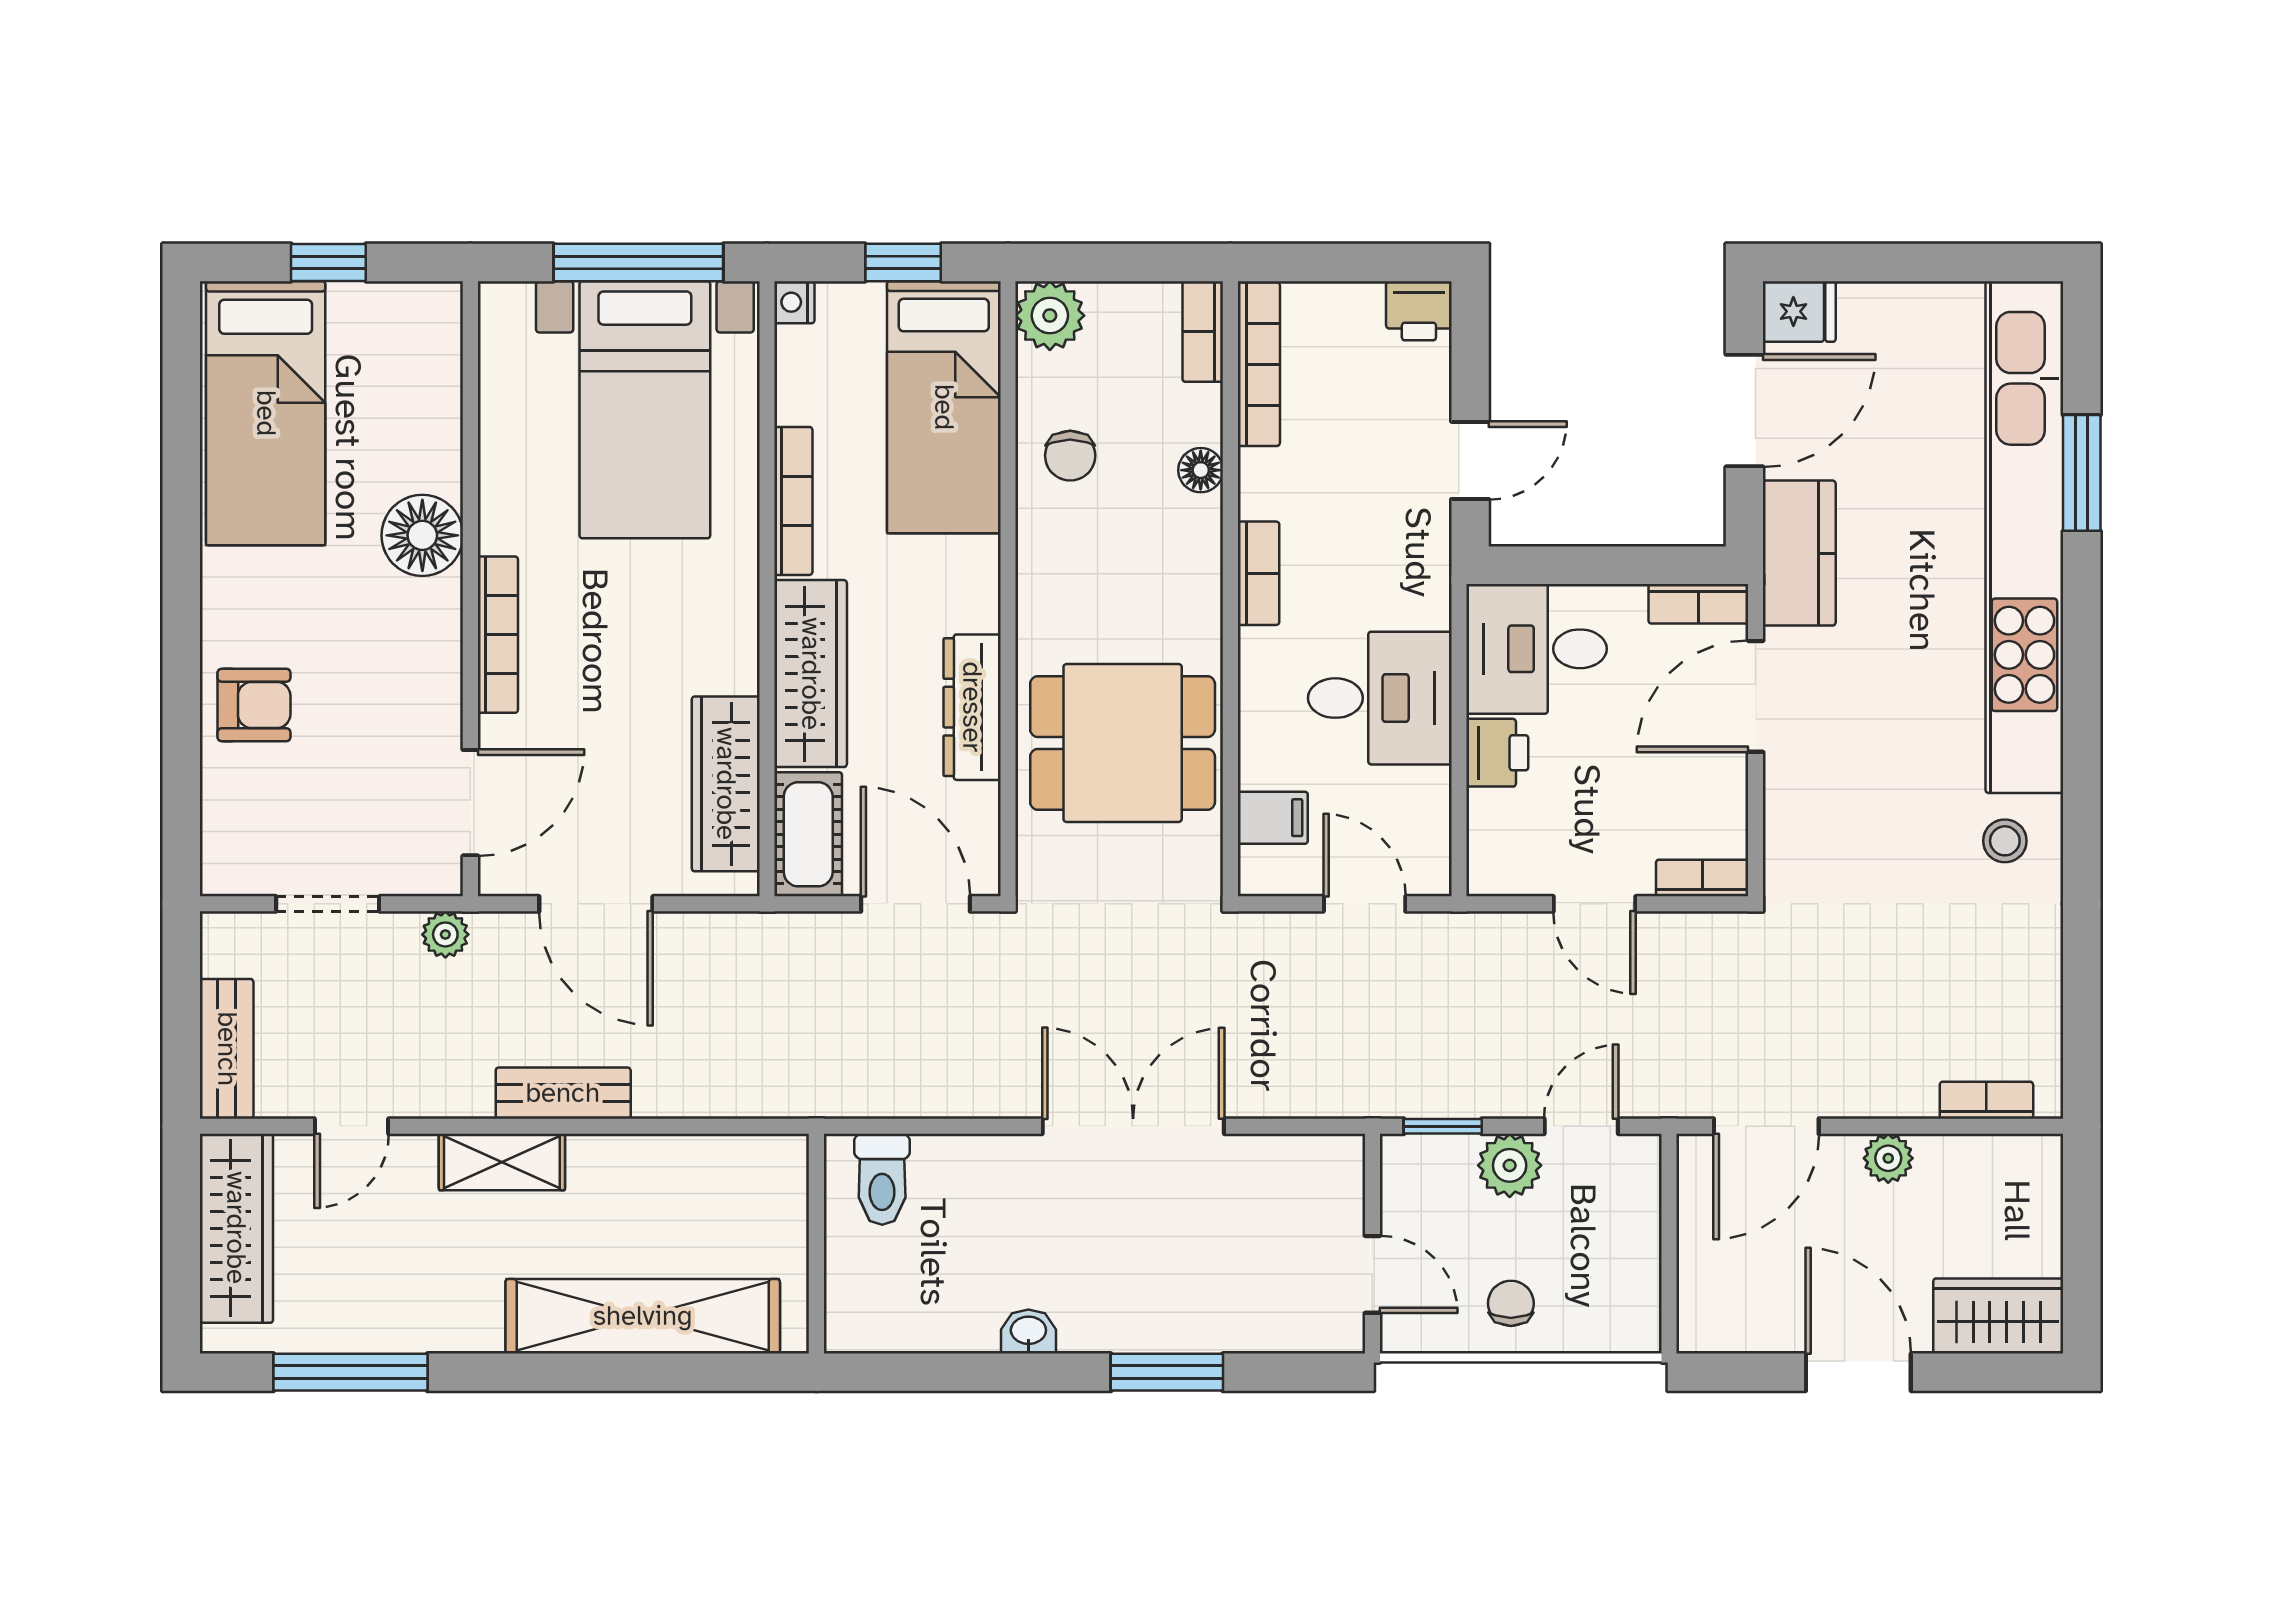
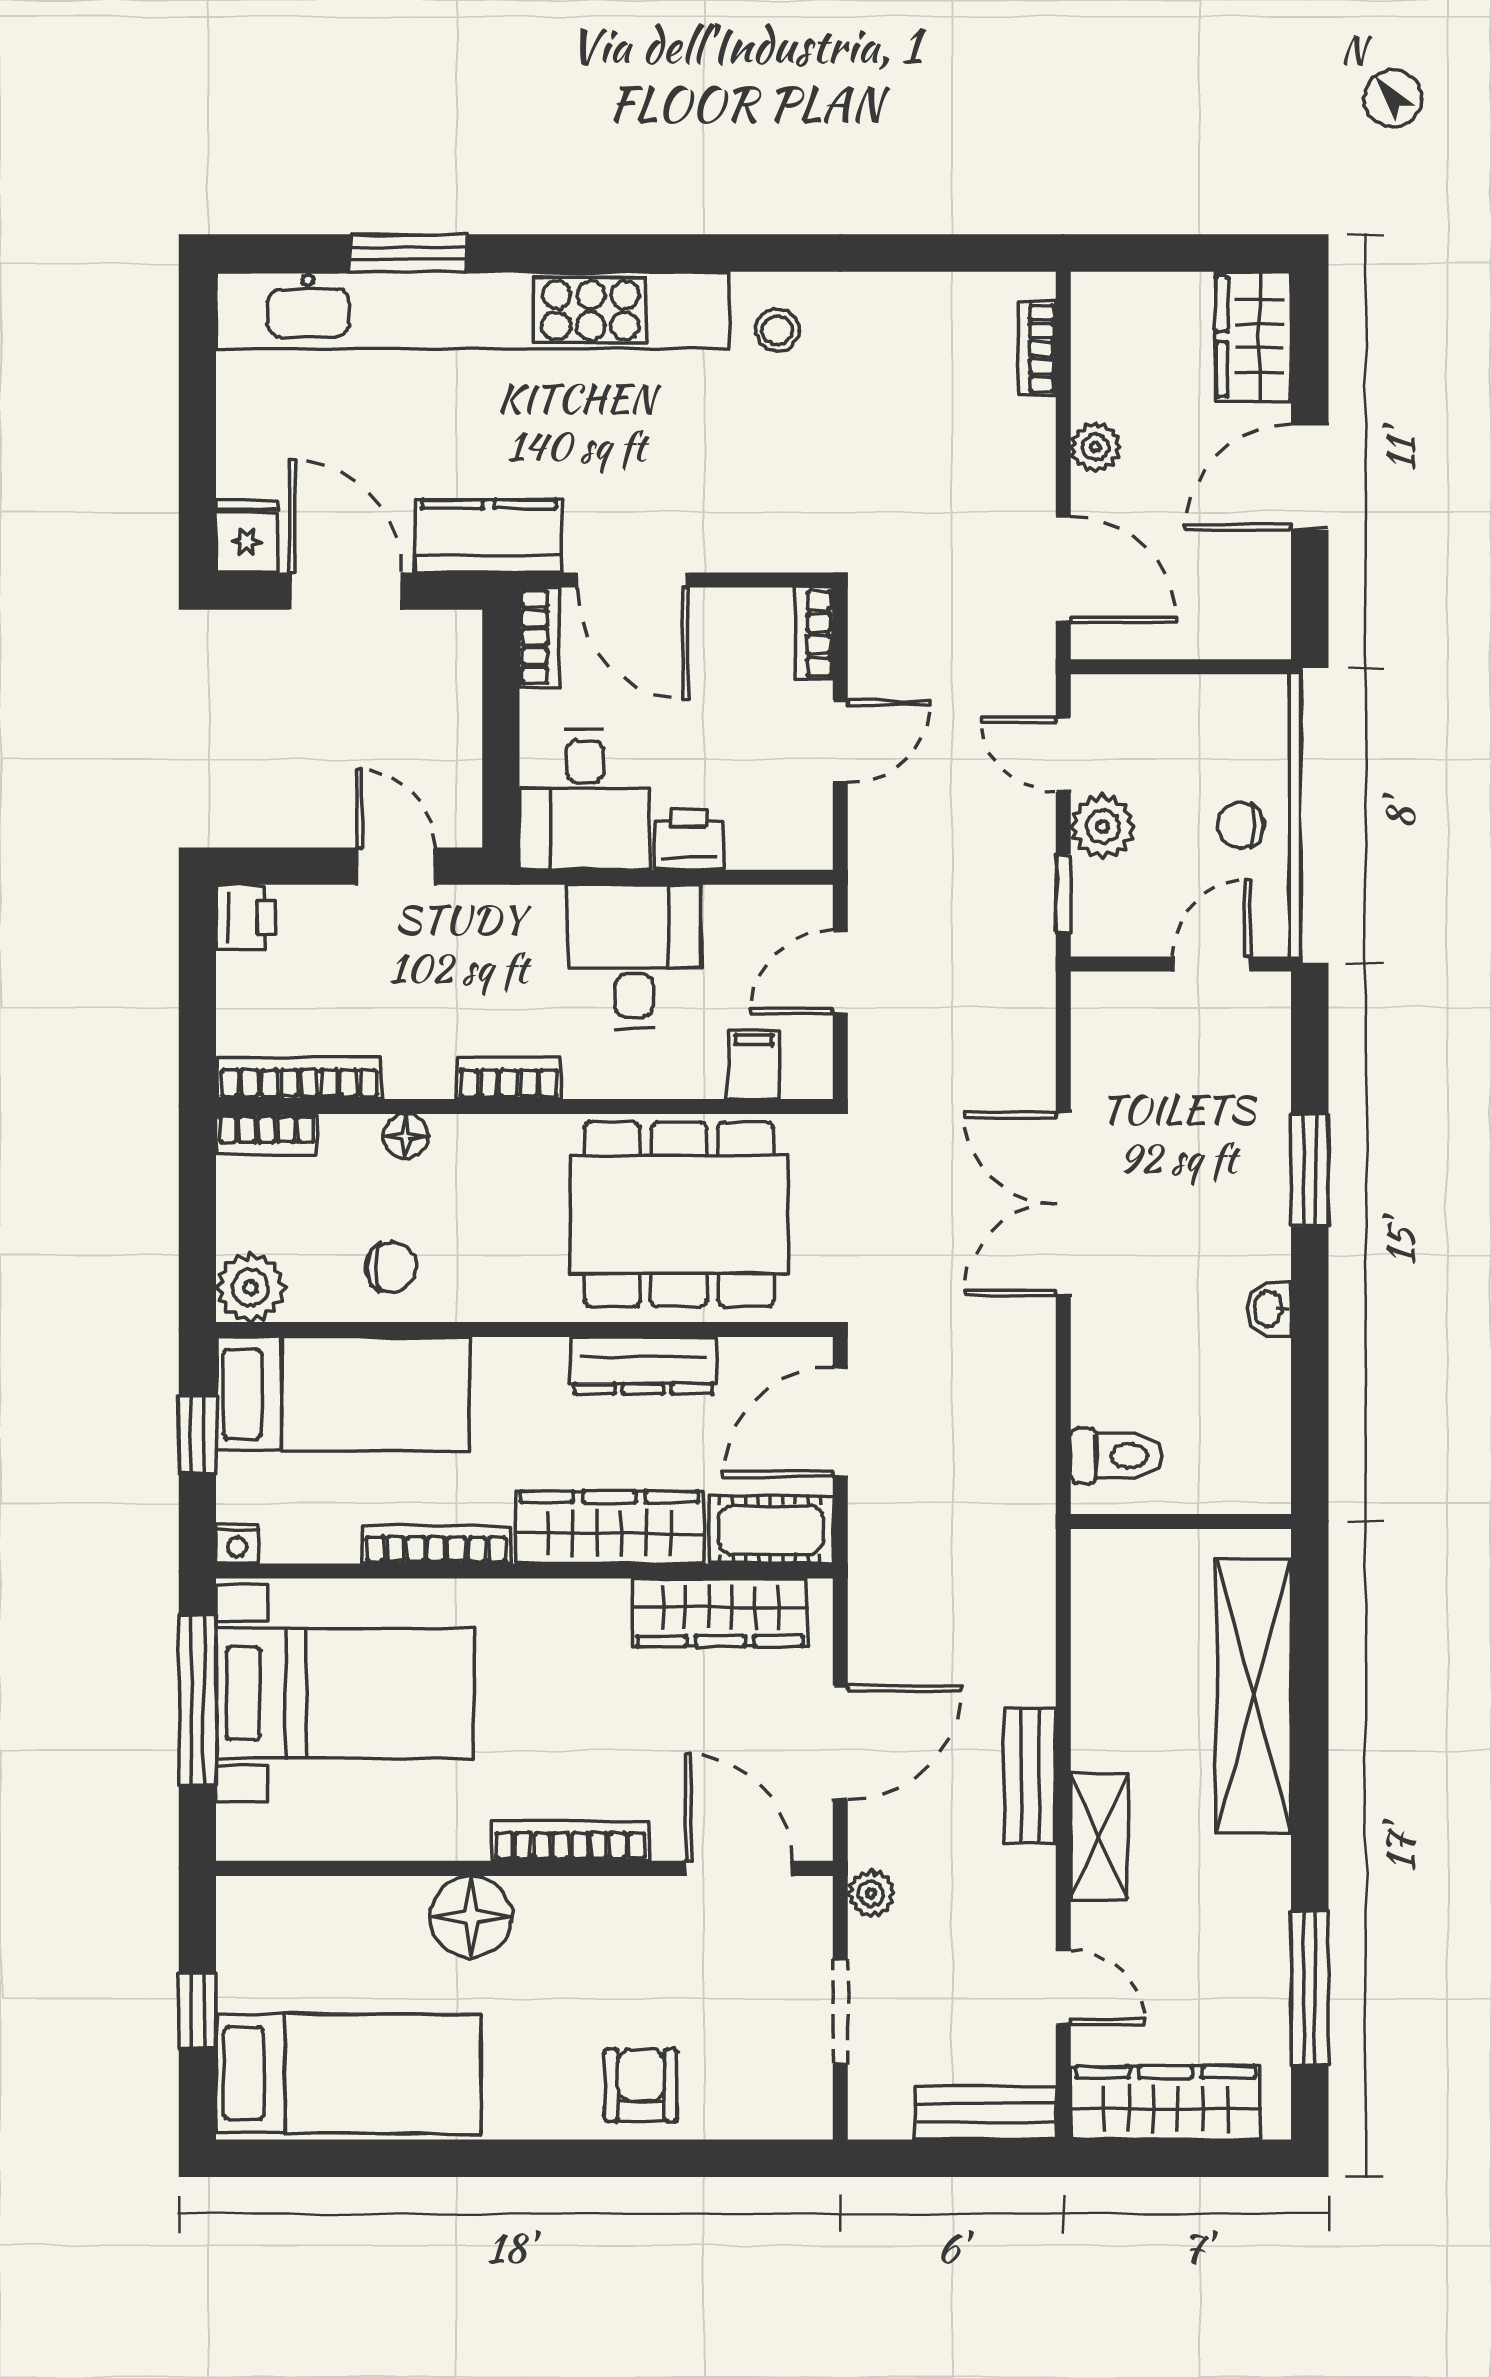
dining table: (1123, 743) -> (679, 1215), width x1.38

